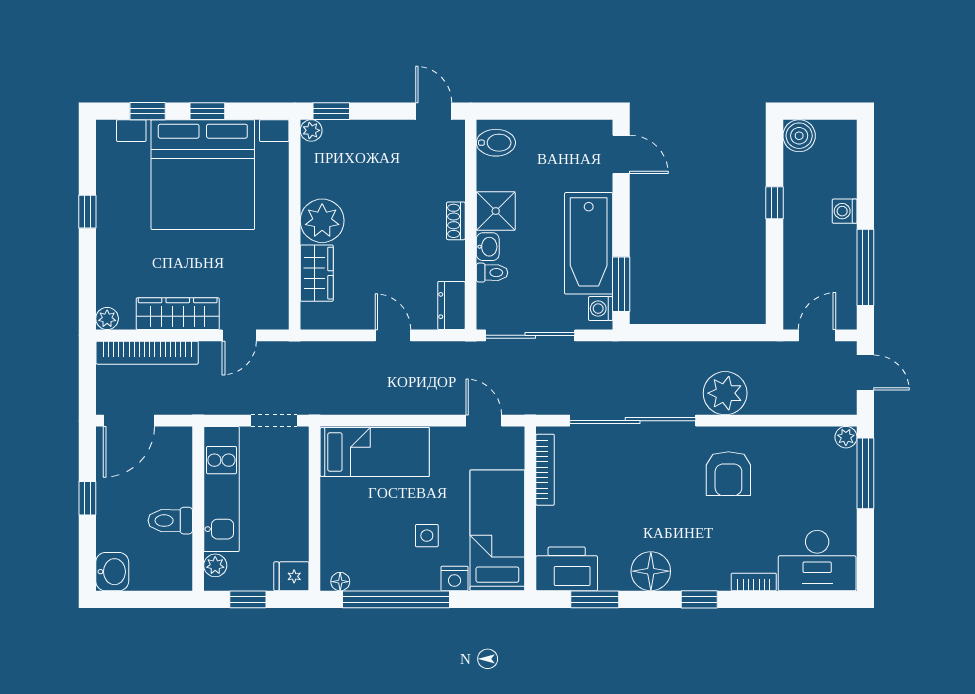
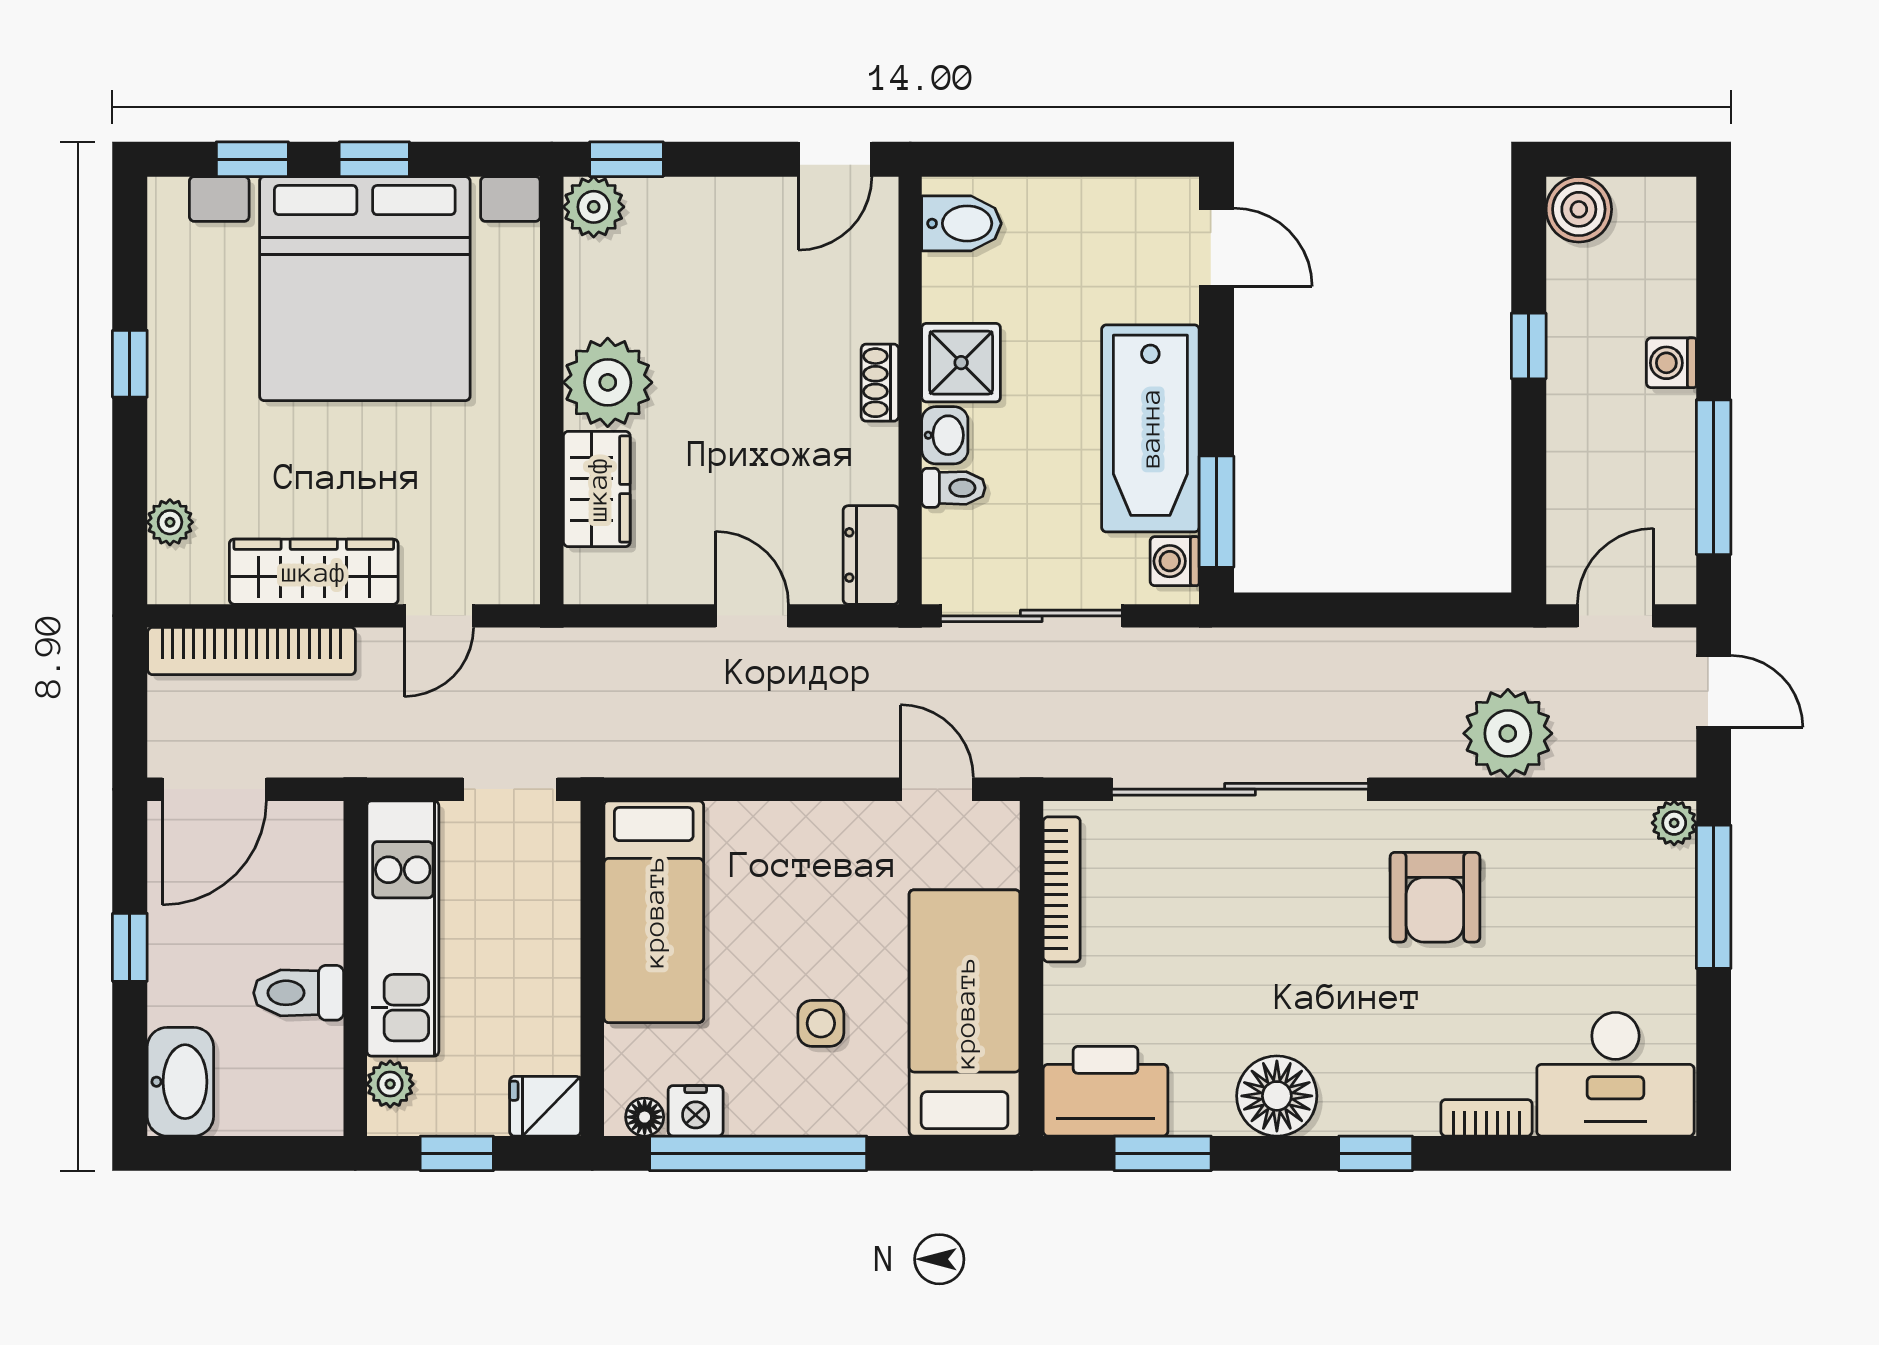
door: (434, 111) -> (835, 159), swing flipped
plant: (311, 130) -> (594, 207), width x1.38, depth x1.38
plant: (107, 319) -> (170, 522), moved
plant: (725, 393) -> (1508, 733), moved
bed: (375, 452) -> (654, 912), moved, turned 90
washbasin: (112, 572) -> (180, 1082), width x1.38
nightstand: (454, 579) -> (696, 1111), moved

